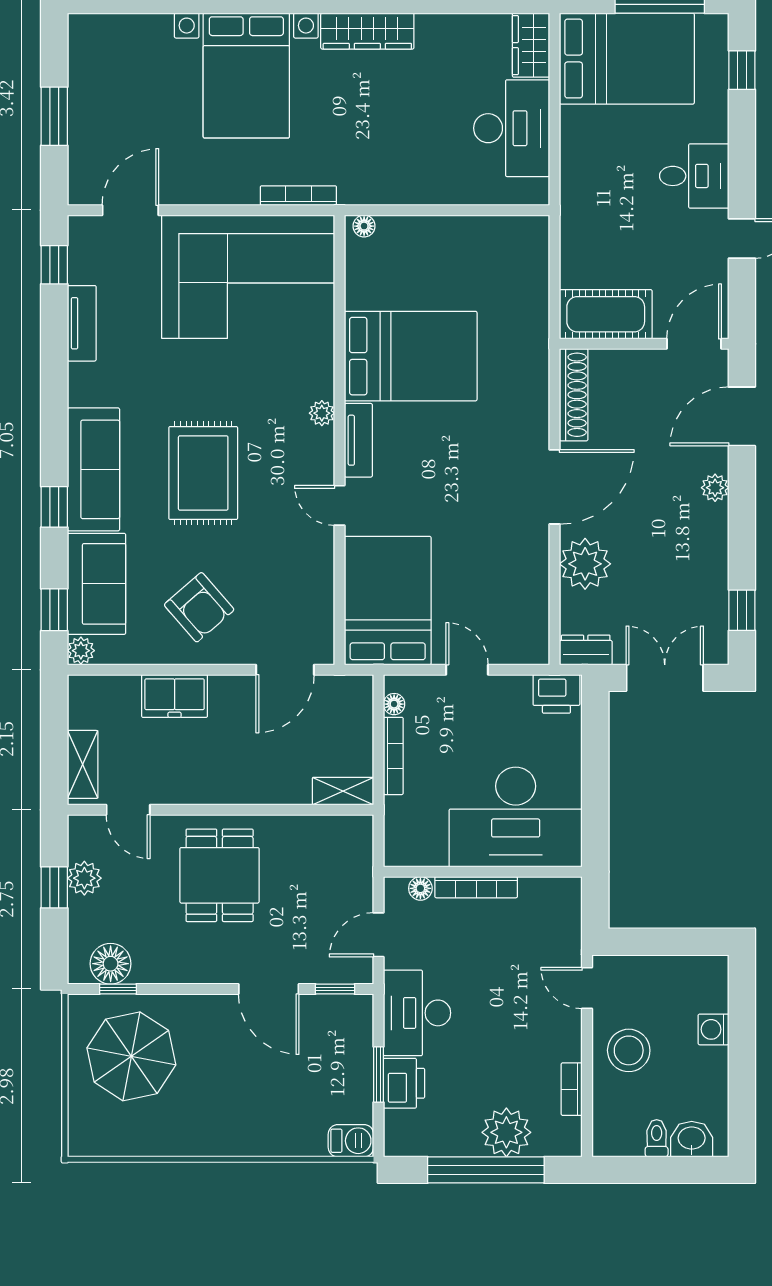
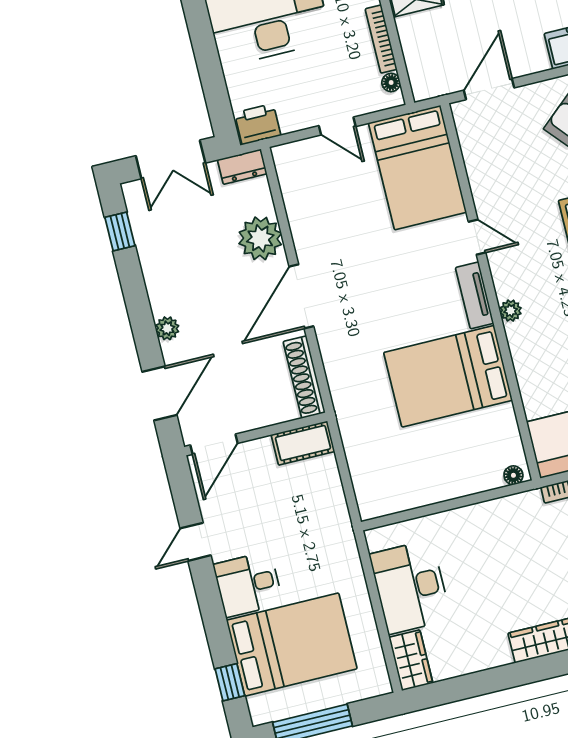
bed: (627, 59) -> (292, 645), moved, turned 180
cot: (606, 314) -> (303, 443), width x0.73, depth x0.75

